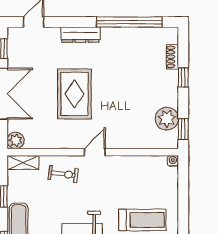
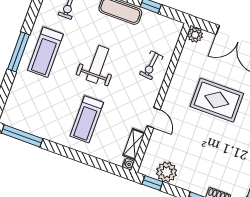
door: (95, 152) -> (154, 118), moved
shelving: (23, 162) -> (134, 144), moved

